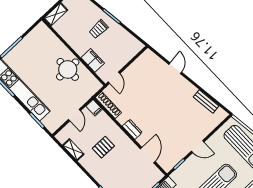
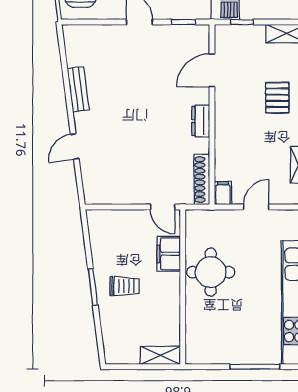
door: (114, 78) -> (163, 207), swing flipped
bench: (206, 101) -> (78, 89), moved
pallet: (103, 147) -> (277, 98), moved, turned 90

